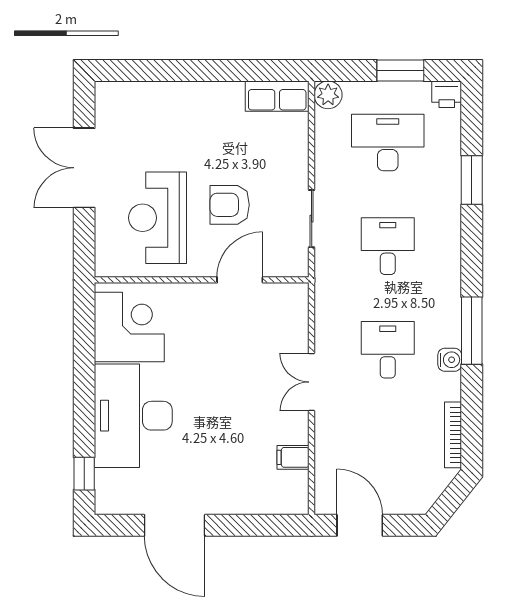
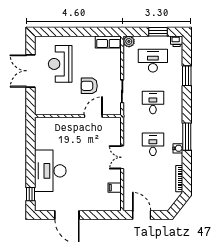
reception desk: (158, 218) -> (60, 64), moved
corner desk: (129, 327) -> (49, 135), removed

